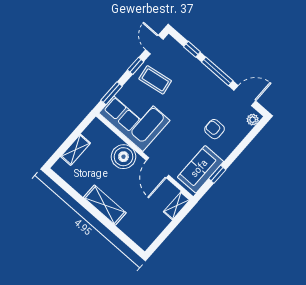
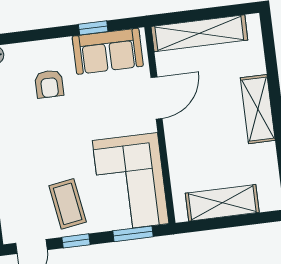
shelving: (75, 150) -> (222, 203), width x1.50, depth x1.33
boiler: (123, 157) -> (185, 147), removed
shelving: (177, 206) -> (199, 33), width x2.20, depth x1.33

